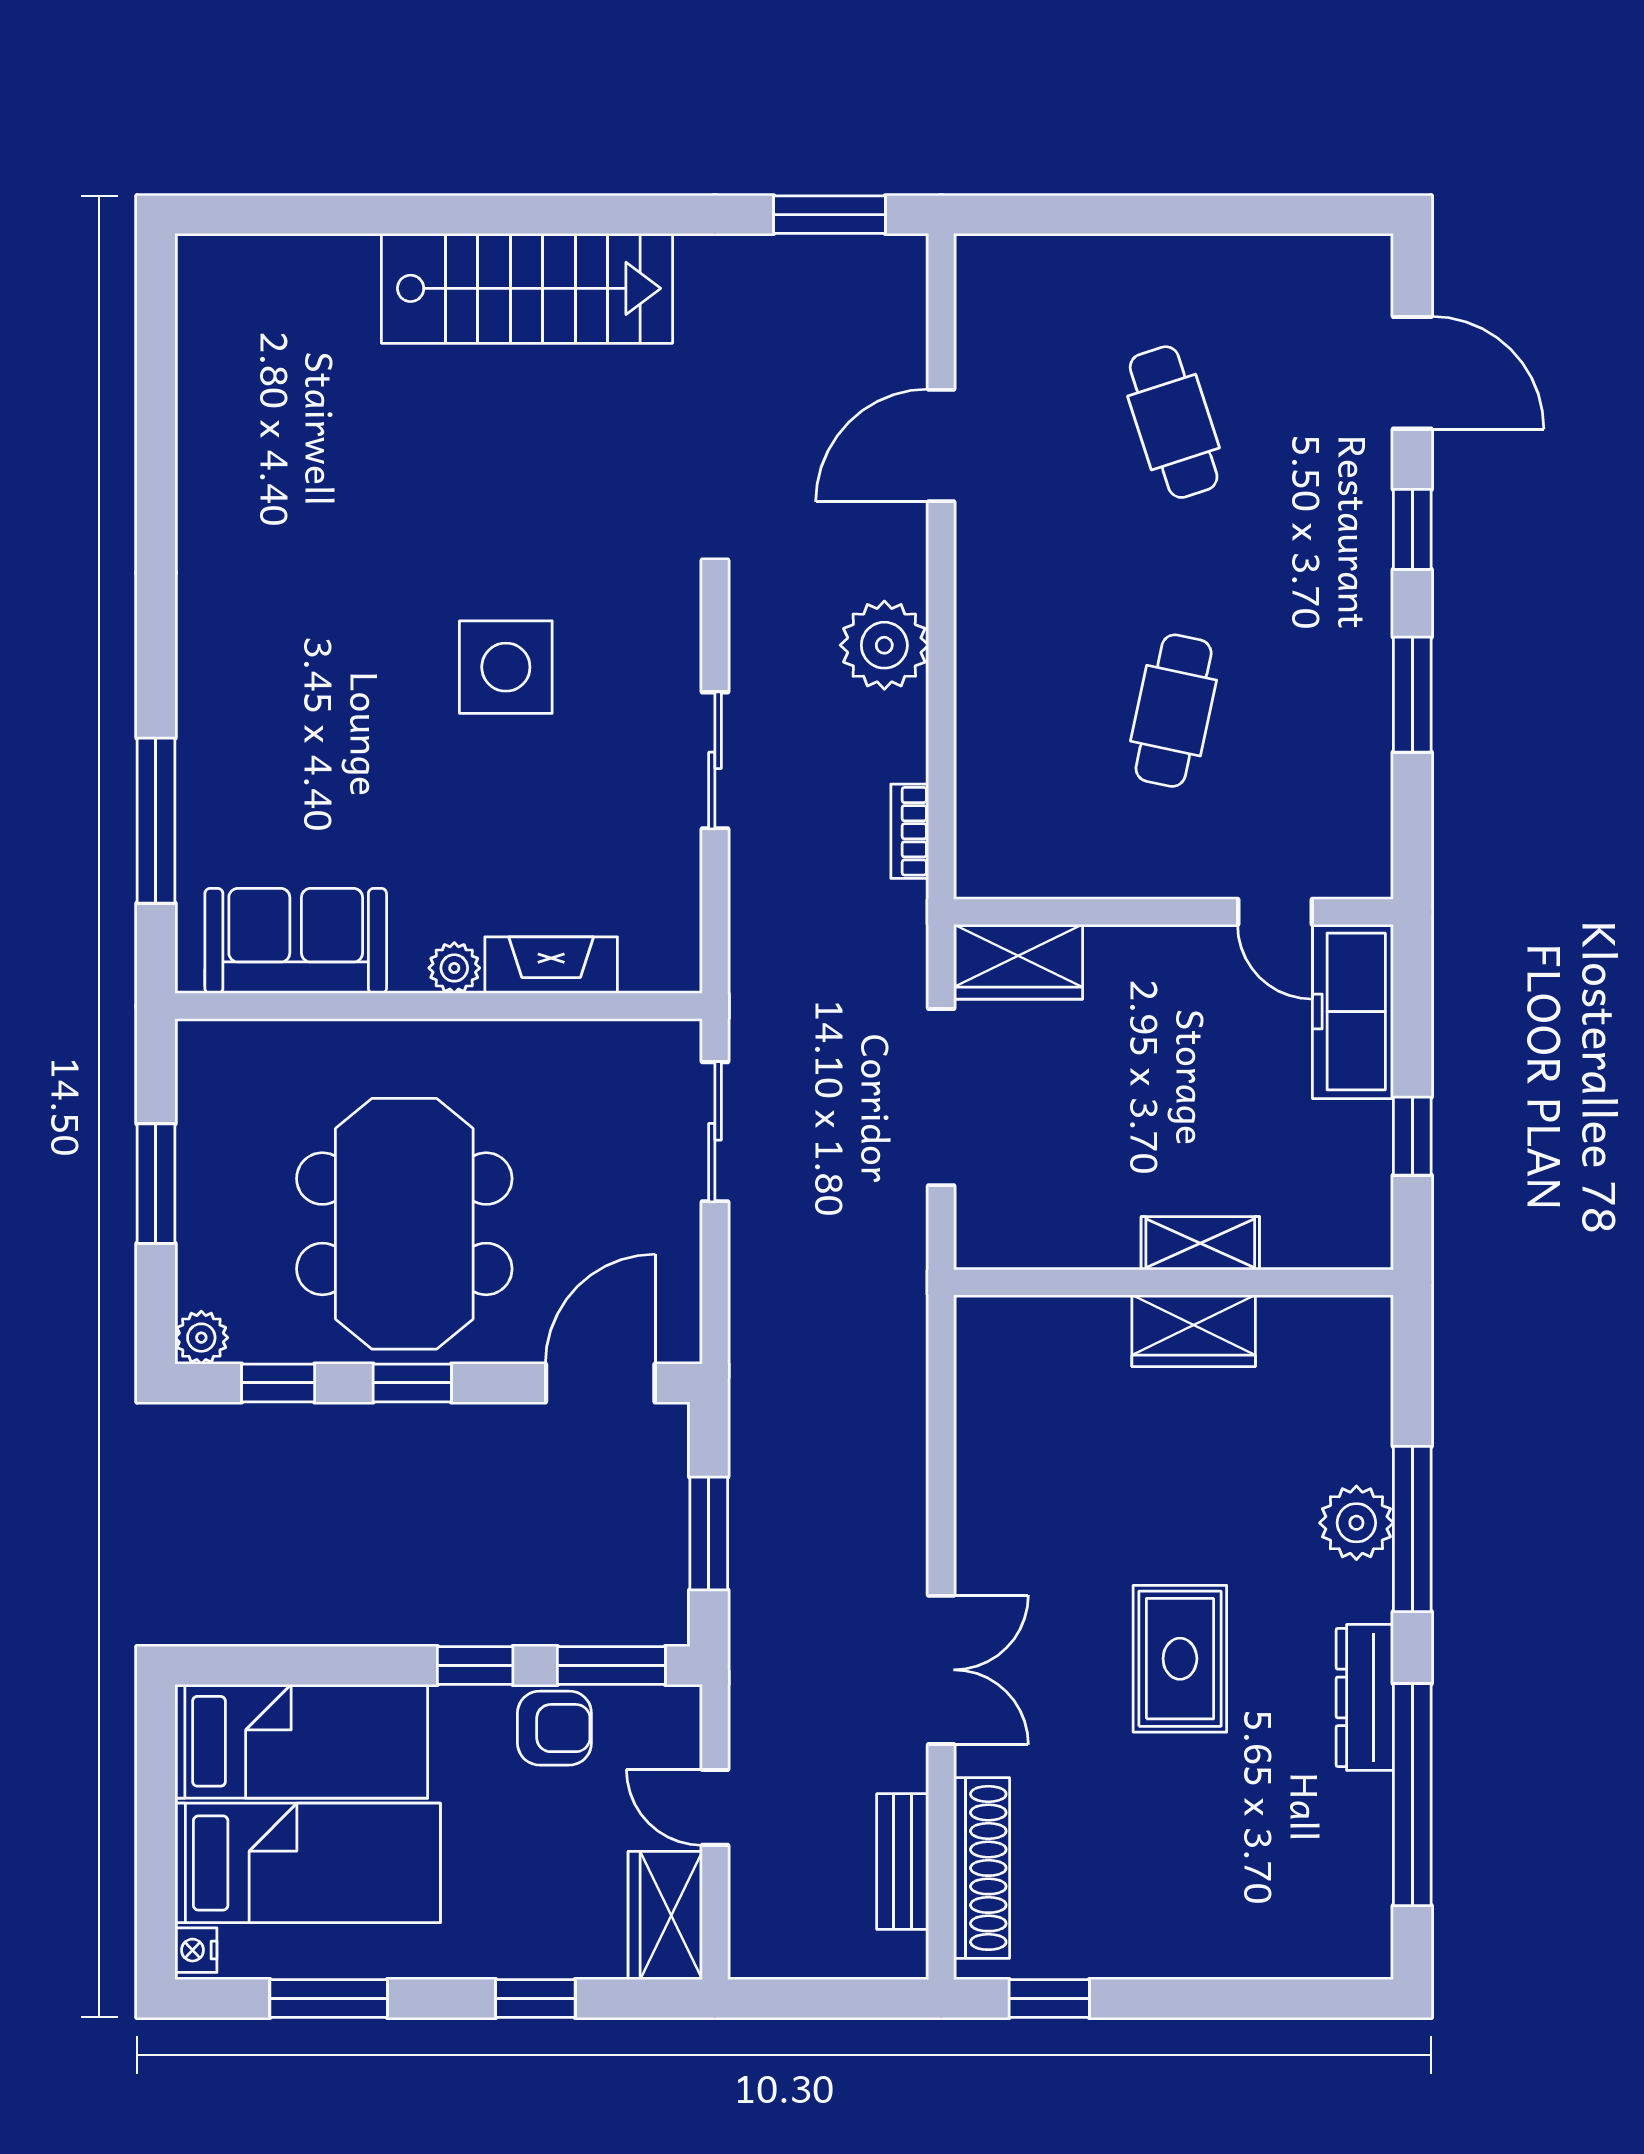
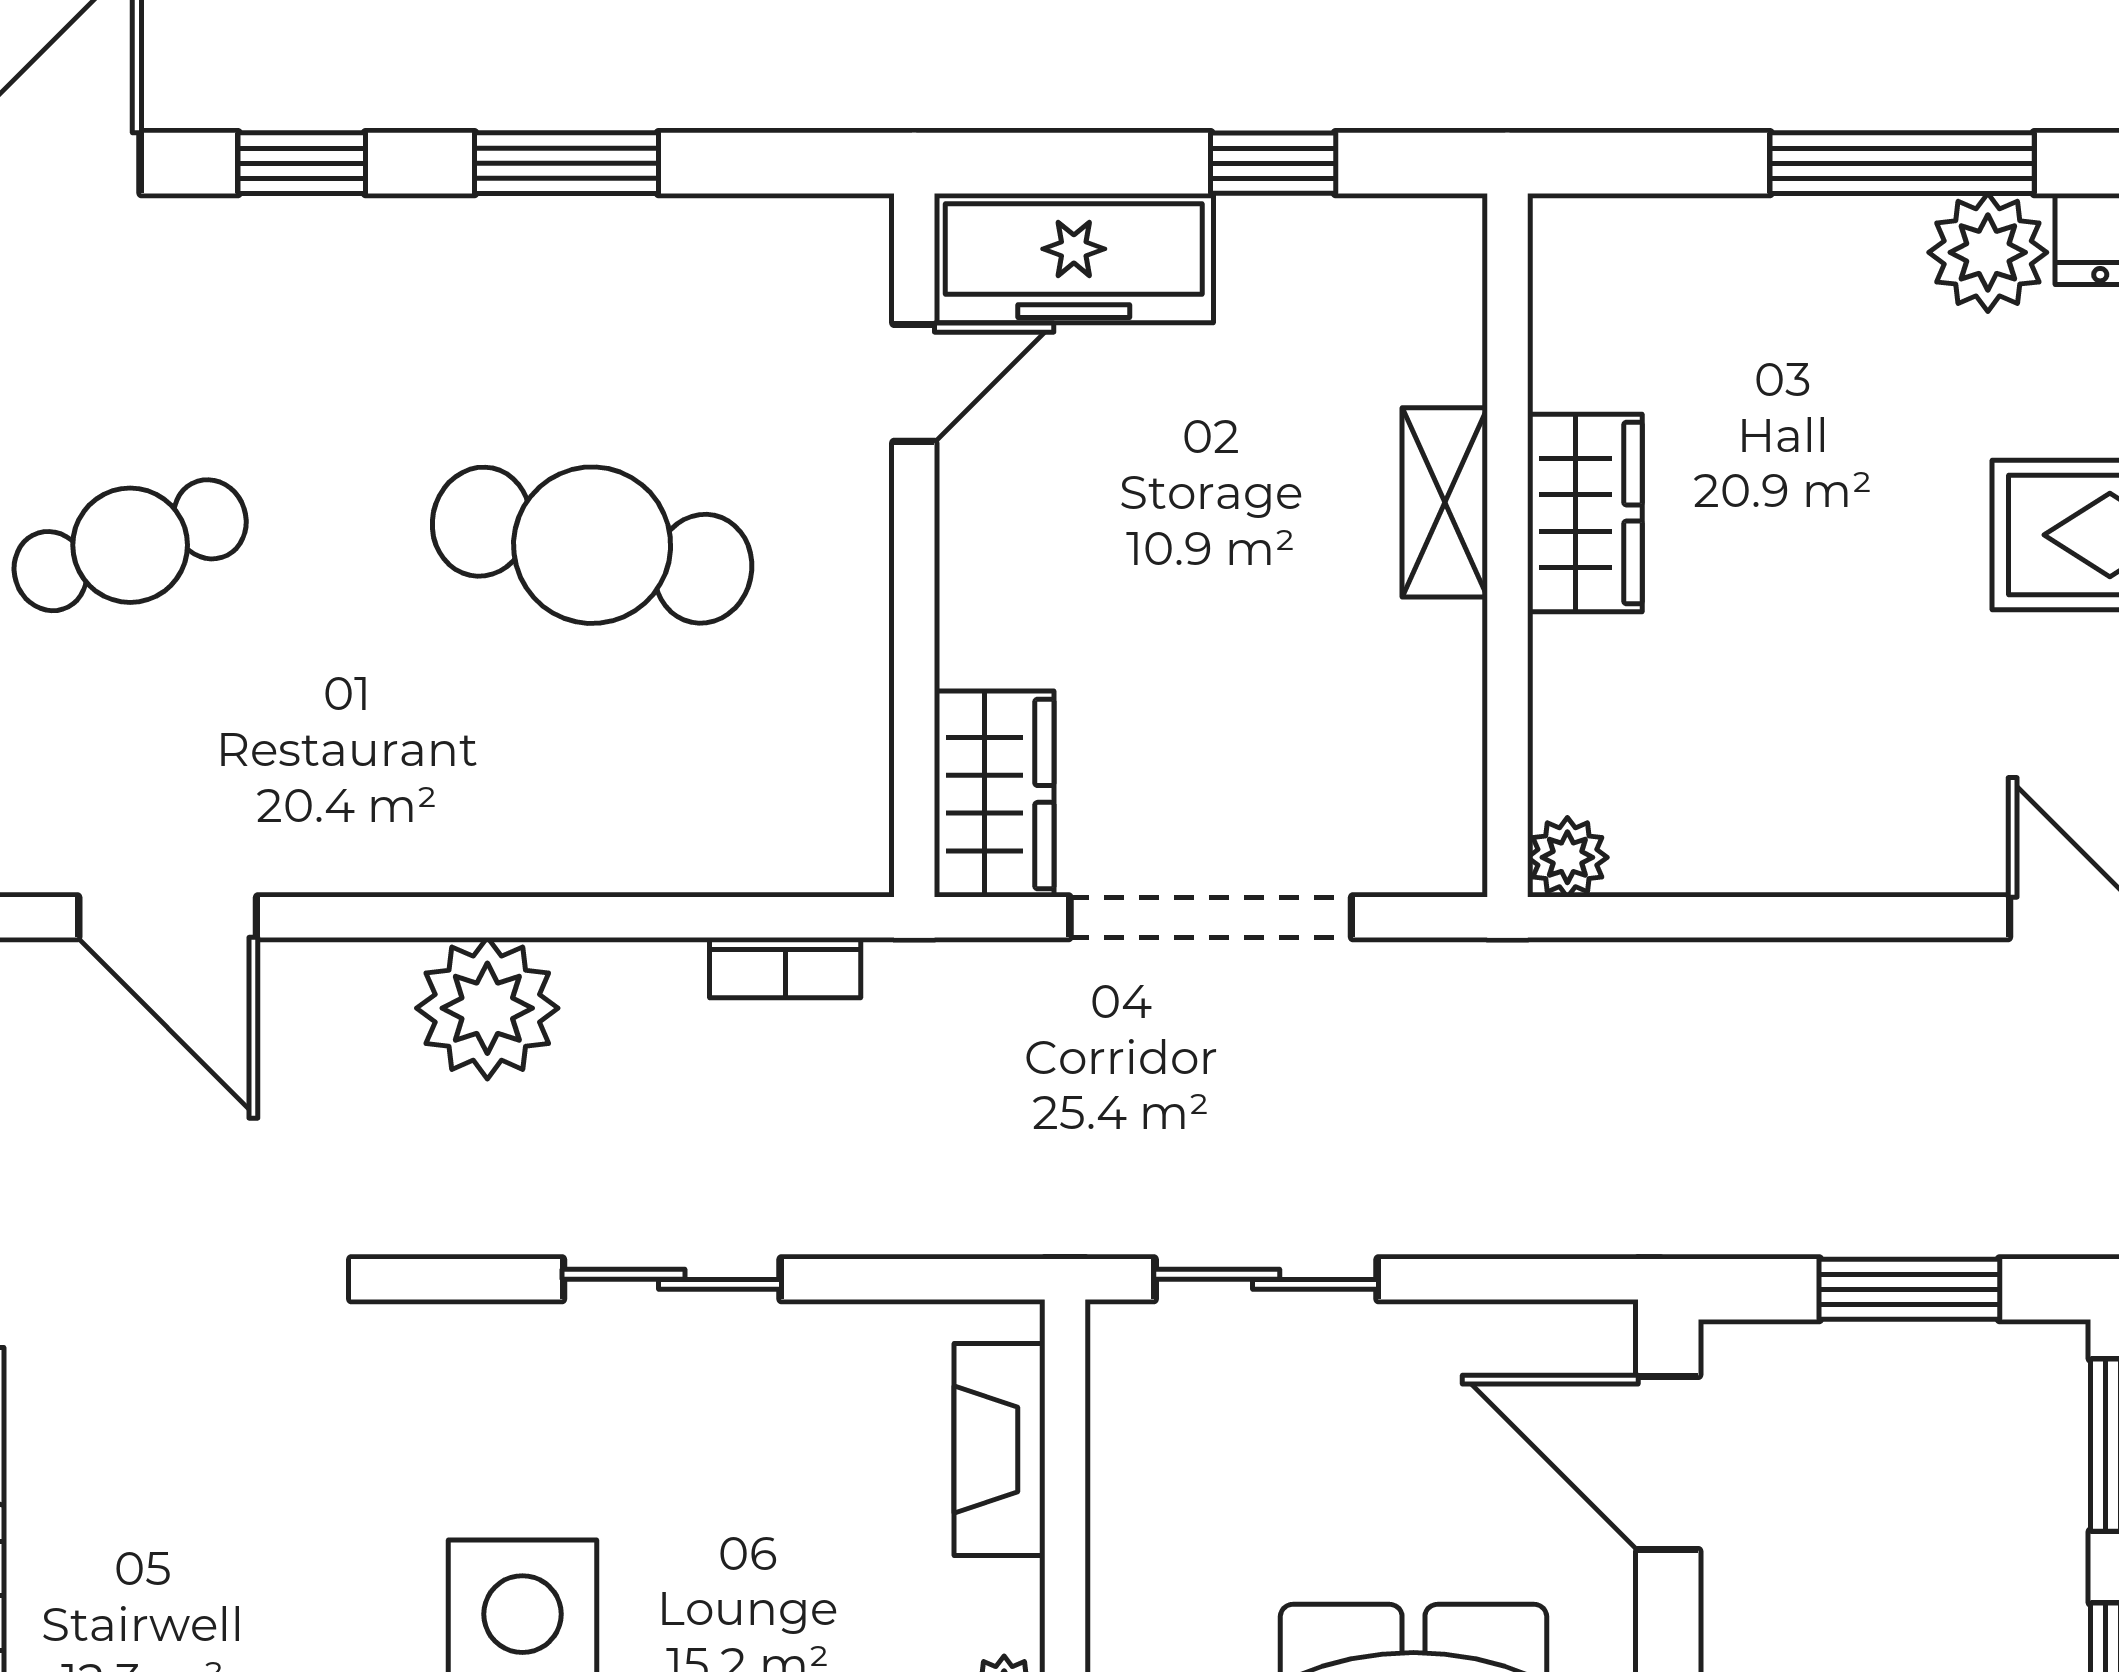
cafe table: (1174, 711) -> (592, 545), width x1.37, depth x1.35
fireplace: (551, 965) -> (1000, 1450), moved
plant: (979, 1320) -> (1567, 857), added
plant: (1356, 1523) -> (1988, 252), moved

